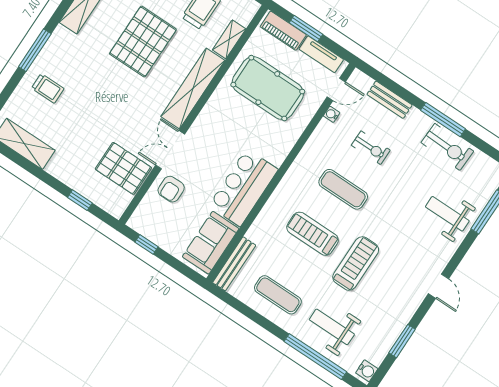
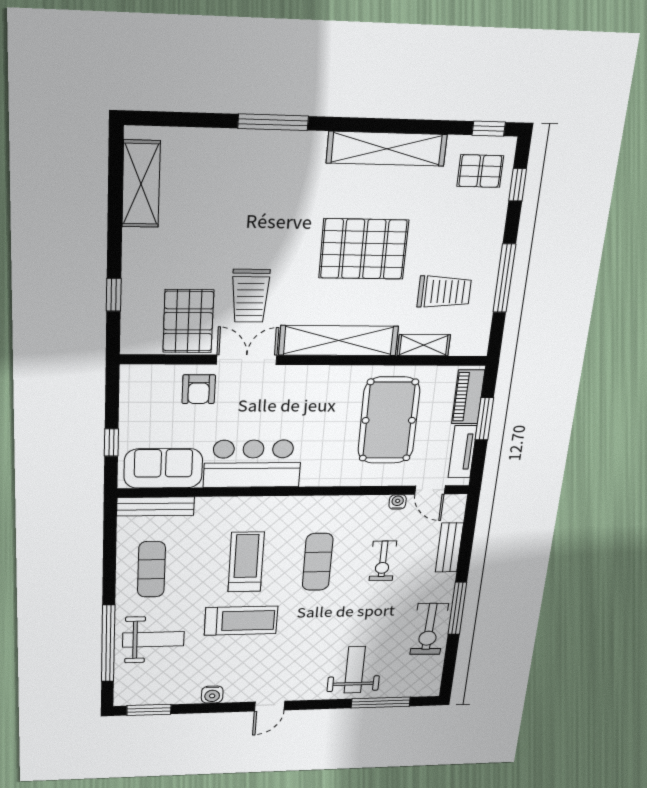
trolley: (48, 88) -> (250, 296), moved, width x1.36, depth x1.39
armchair: (171, 189) -> (199, 389), turned -90
window: (147, 244) -> (111, 442), moved
weight bench: (332, 327) -> (153, 639), turned 90
window: (402, 341) -> (149, 710), moved
water cooler: (367, 371) -> (212, 695), moved

